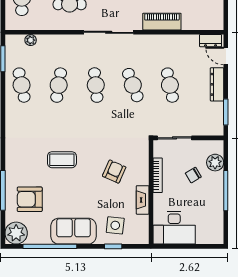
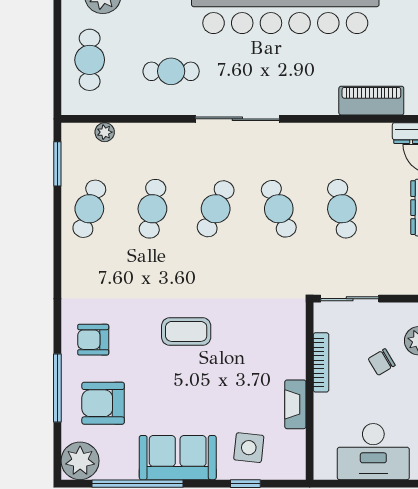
piano: (162, 22) -> (371, 101), moved
cafe table: (22, 85) -> (89, 209), turned 30
cafe table: (96, 85) -> (216, 209), turned 30
coffee table: (62, 160) -> (186, 331), moved
armchair: (114, 172) -> (93, 340), moved, turned -114
desk: (174, 228) -> (373, 452), moved

